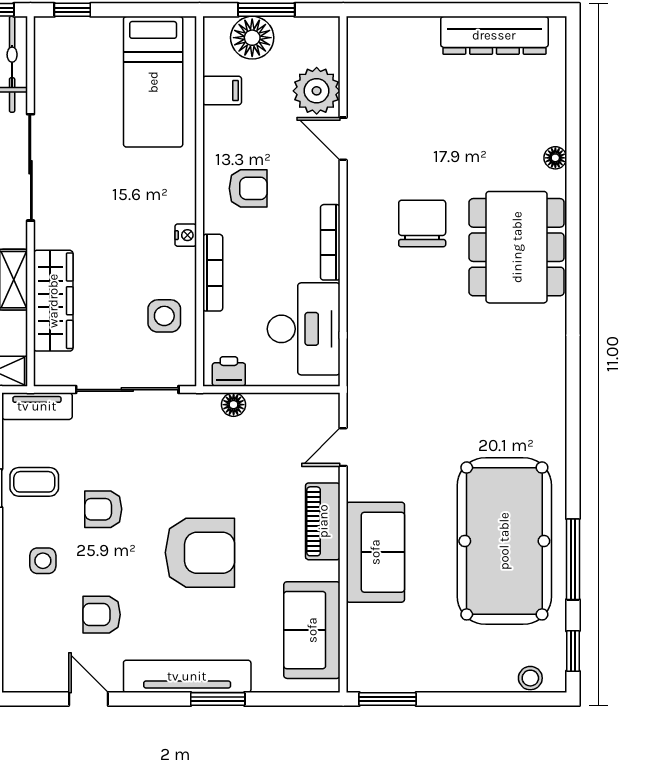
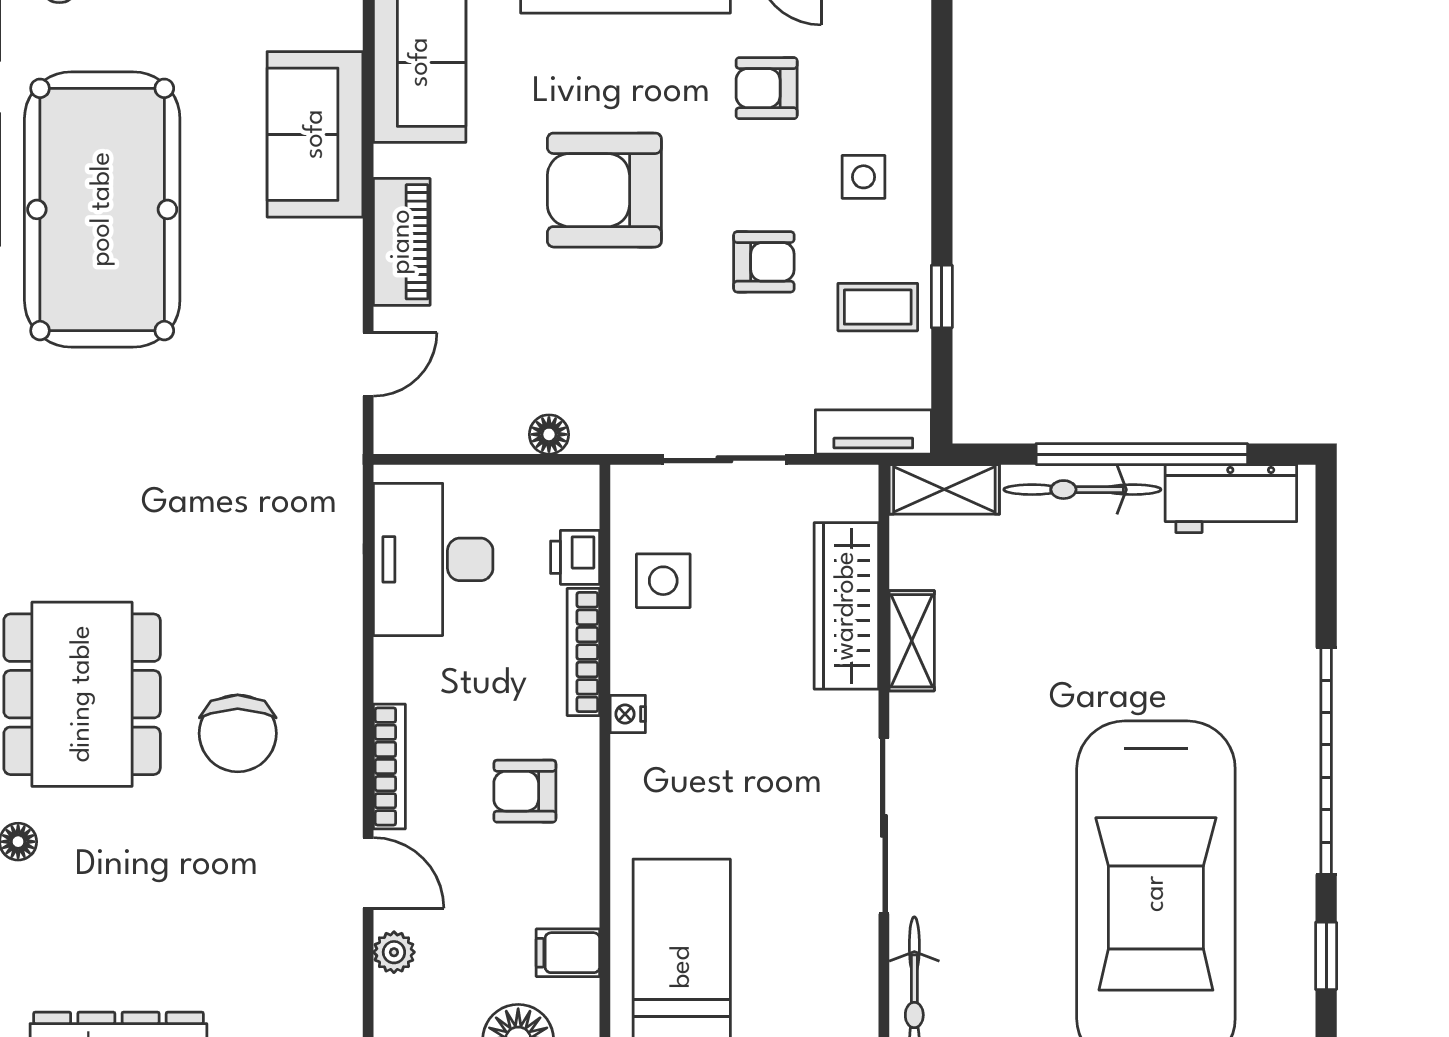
plant: (317, 91) -> (394, 952), width x0.53, depth x0.53
bookcase: (330, 242) -> (389, 767), moved
printer: (229, 371) -> (575, 557), moved, turned 90
sliding door: (127, 390) -> (724, 459), width x0.73
sofa: (375, 552) -> (315, 134), moved
armchair: (102, 615) -> (767, 88), turned 180

